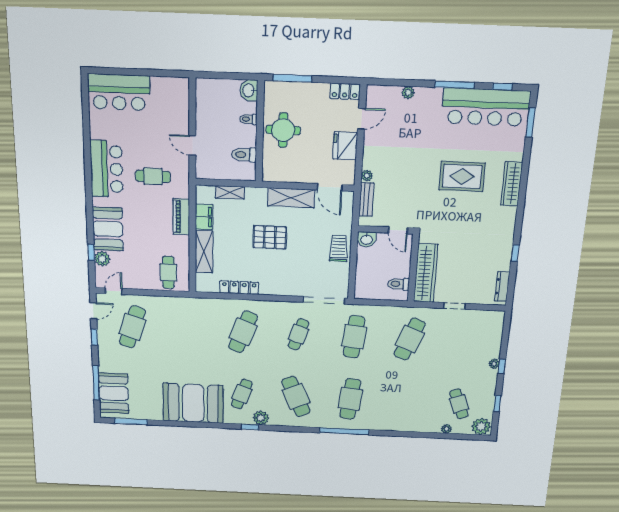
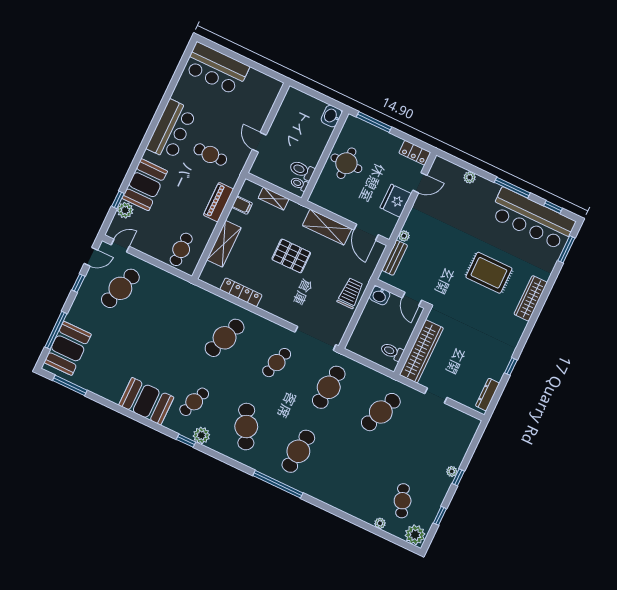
toilet: (248, 119) -> (299, 184), moved
filing cabinet: (204, 217) -> (242, 205), width x0.50
booth: (193, 403) -> (146, 401), width x0.73, depth x0.70

